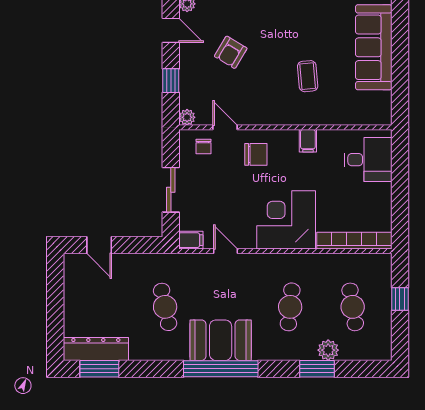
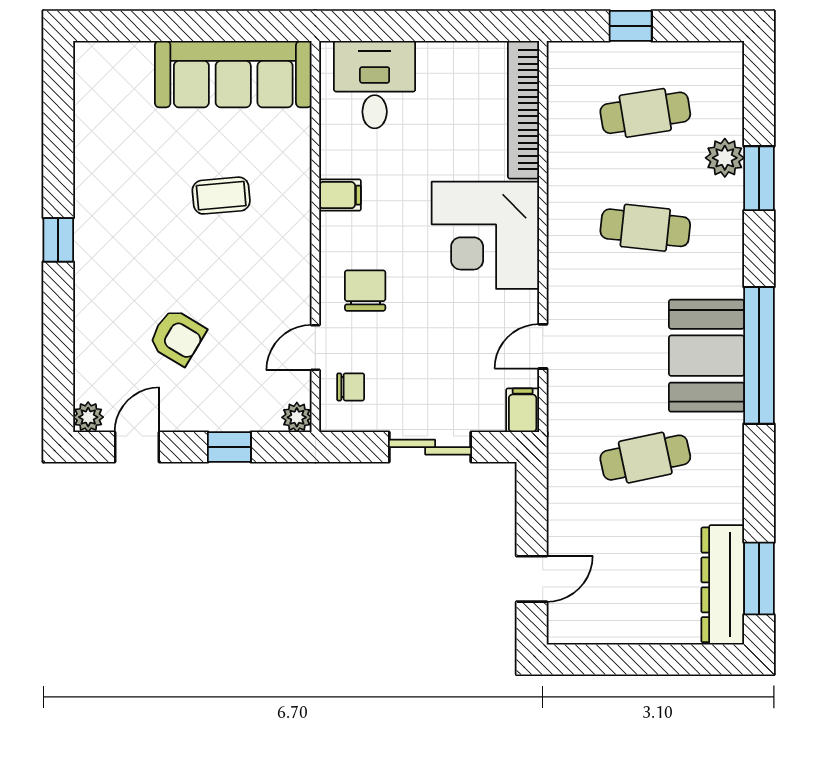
sofa: (374, 47) -> (233, 74), moved

